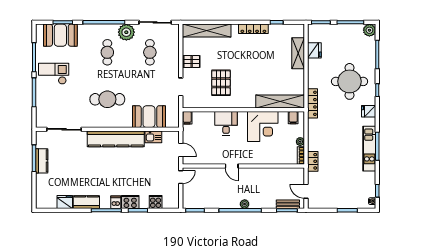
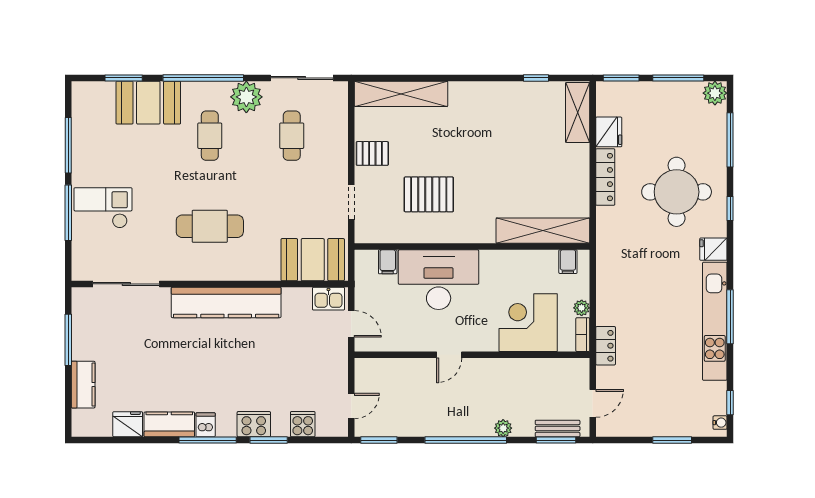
locker: (253, 29) -> (491, 90), removed
booth: (60, 35) -> (148, 103), moved
shelving: (298, 53) -> (578, 112), moved
checkout: (54, 74) -> (103, 208), moved
pallet: (221, 83) -> (429, 194), turned 90
locker: (313, 103) -> (605, 177), moved
booth: (149, 117) -> (313, 260), moved
filing cabinet: (187, 118) -> (388, 262), moved
desk: (226, 123) -> (439, 280), width x1.87, depth x1.30
corner desk: (263, 126) -> (528, 323), moved, turned 180
kitchen sink: (153, 137) -> (328, 299), moved
kitchen unit: (369, 149) -> (715, 321), width x1.36
kitchen counter: (42, 161) -> (83, 385), moved
door: (232, 166) -> (449, 355), hinge flipped
door: (181, 177) -> (351, 406), moved
door: (306, 191) -> (593, 403), swing flipped
dishwasher: (116, 202) -> (206, 425), moved
plant: (245, 204) -> (503, 428), moved

